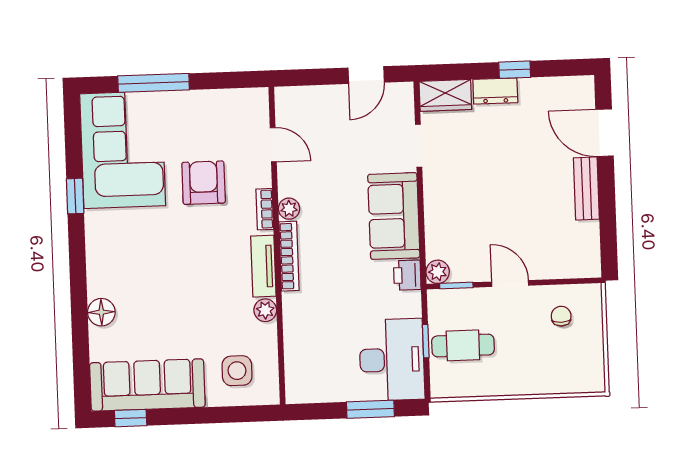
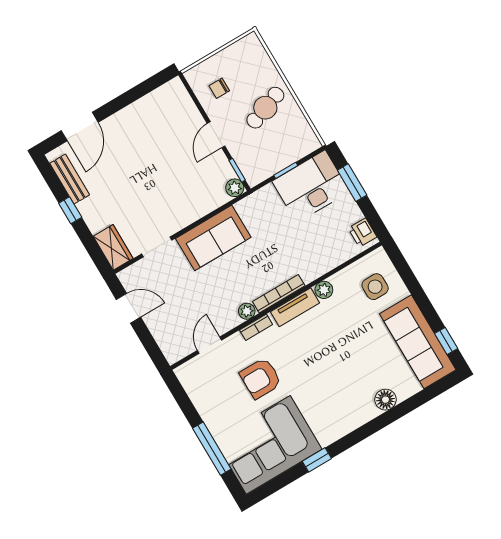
dresser: (495, 91) -> (92, 215), removed
bench: (586, 188) -> (70, 179), moved, turned 90
printer: (407, 275) -> (362, 233), moved, turned 90
cafe table: (463, 345) -> (265, 108), moved, turned 70

